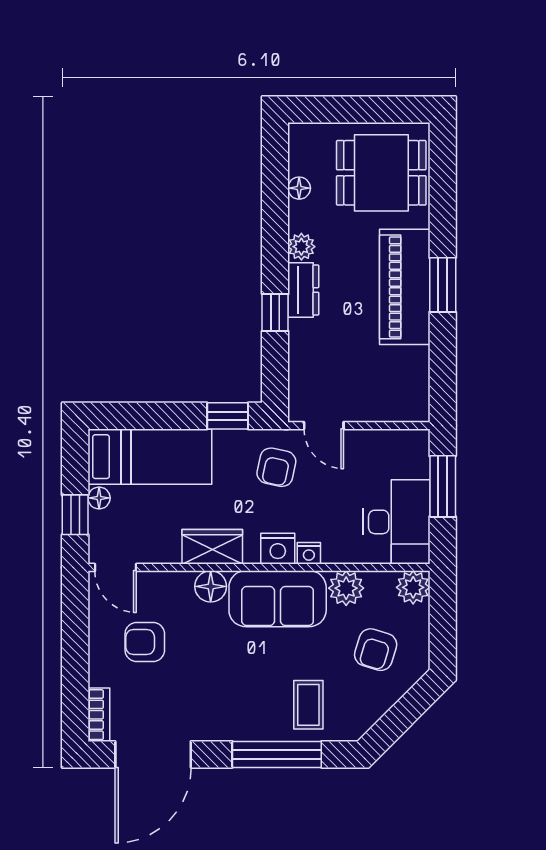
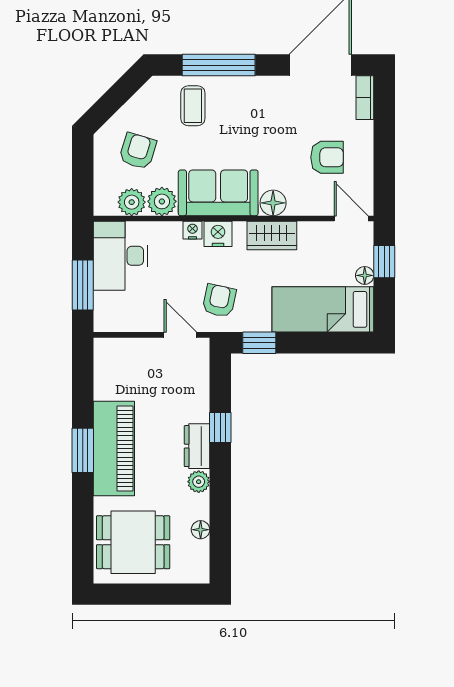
plant: (413, 587) -> (132, 202), moved

